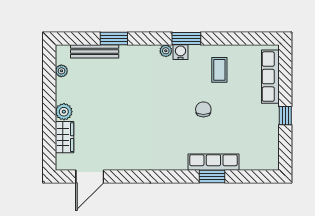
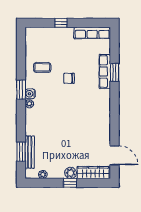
window: (114, 39) -> (21, 152), moved
row of seats: (270, 77) -> (92, 33), moved
window: (49, 111) -> (70, 183), added
window: (285, 116) -> (61, 23), moved
wardrobe: (64, 137) -> (93, 173), width x1.50

